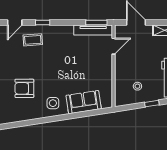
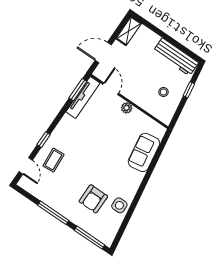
plant: (107, 67) -> (127, 108), added
side table: (53, 103) -> (119, 205), moved

